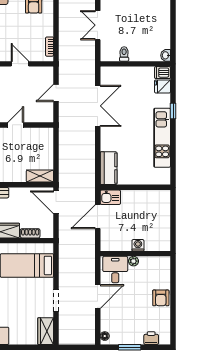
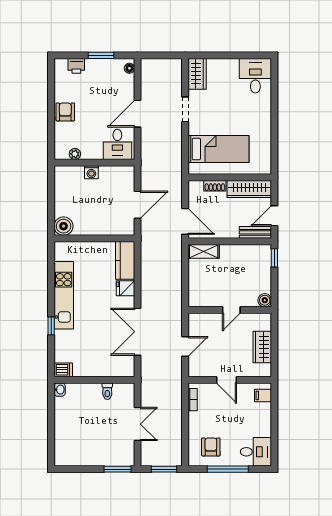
fridge: (163, 86) -> (125, 288), moved, turned 180
kitchen sink: (110, 197) -> (123, 227), removed
boiler: (162, 198) -> (64, 226), added
plant: (134, 261) -> (75, 154), moved

